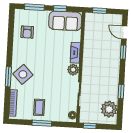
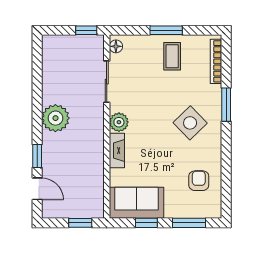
side table: (23, 74) -> (190, 123), moved
window: (121, 91) -> (37, 90), removed
plant: (109, 109) -> (55, 118), moved

